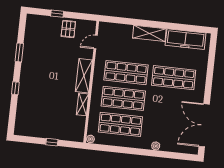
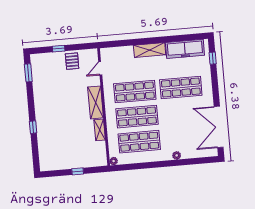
window: (19, 52) -> (28, 73), moved
window: (212, 54) -> (213, 58), added

